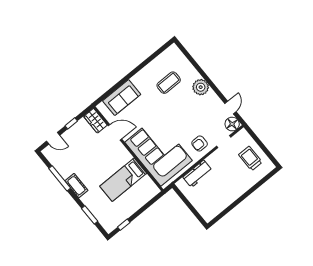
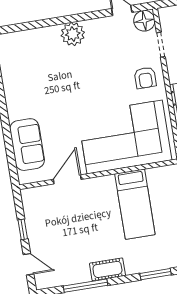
coffee table: (169, 83) -> (43, 72), removed
wardrobe: (95, 121) -> (37, 196), removed
door: (53, 138) -> (28, 264), hinge flipped

